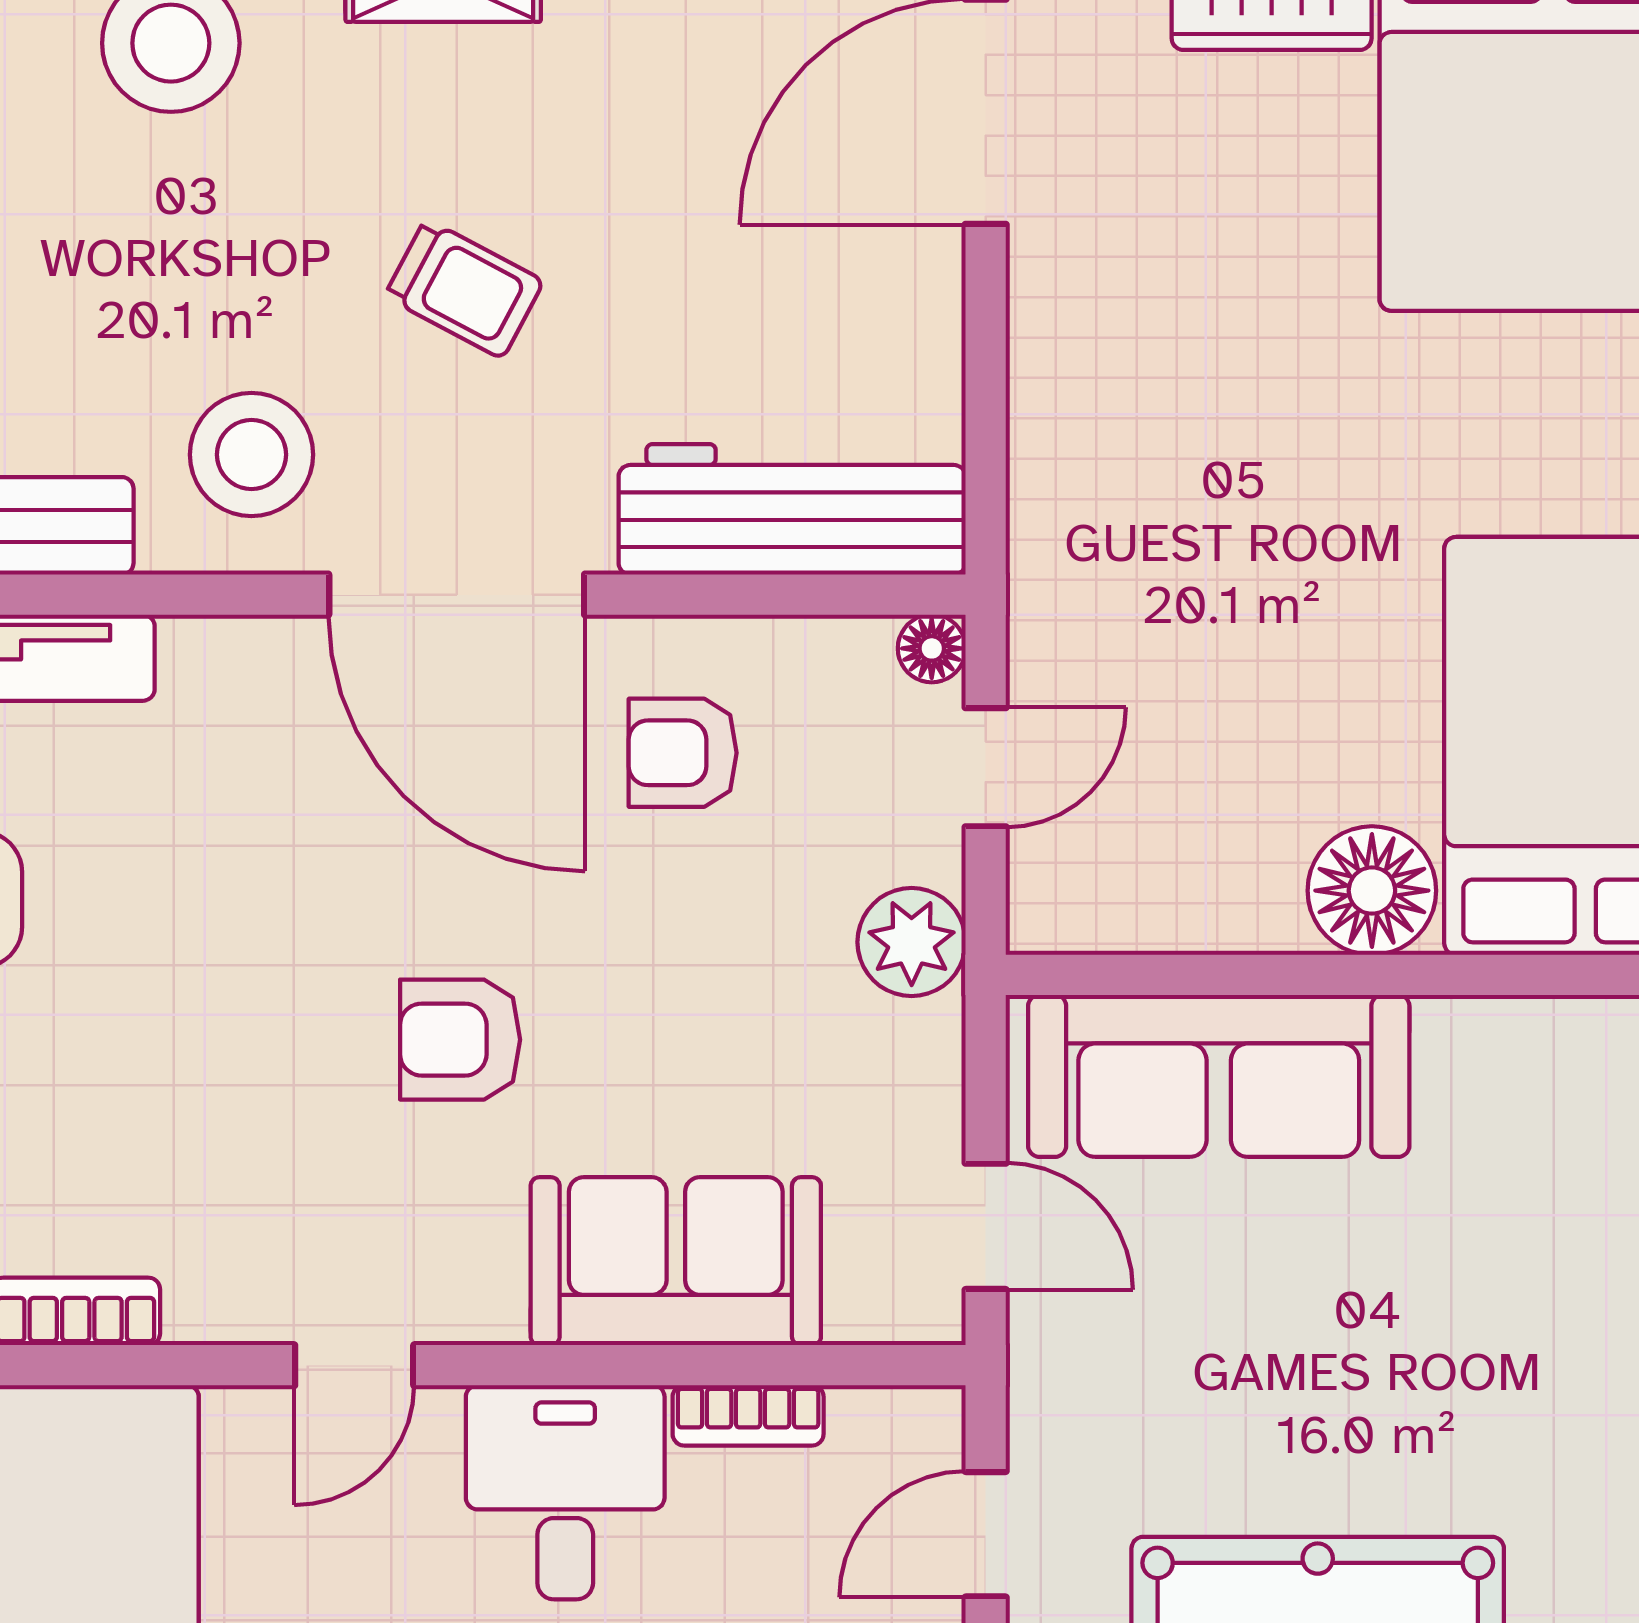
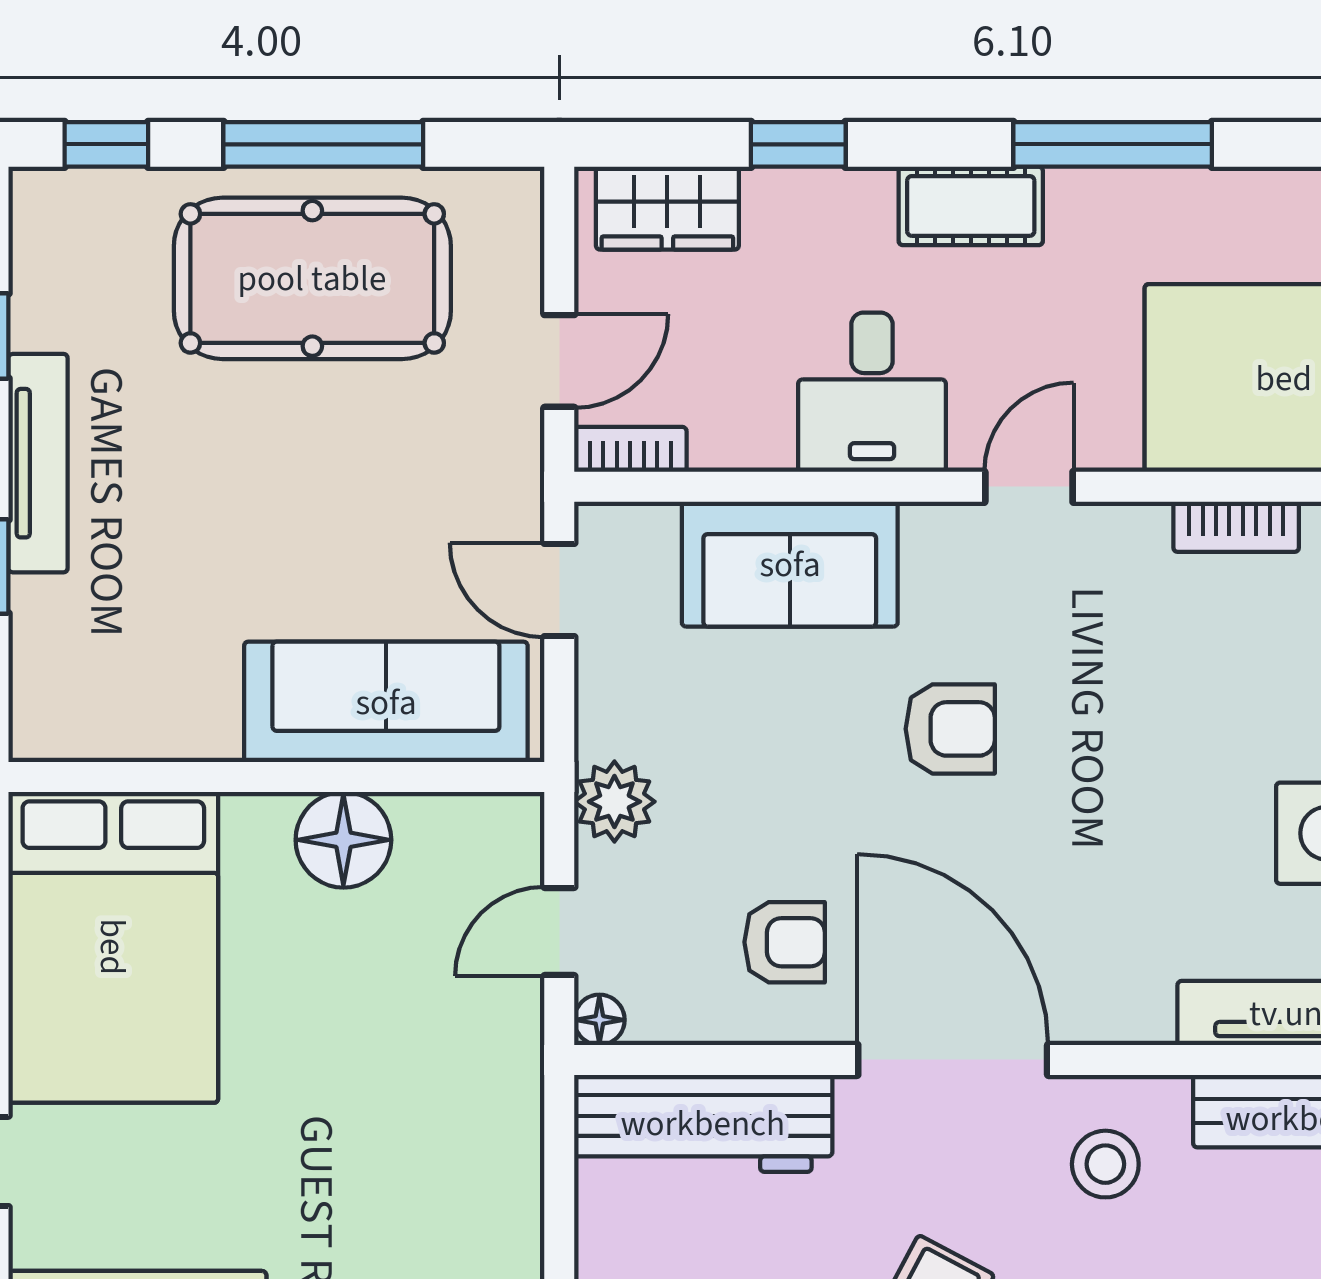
stool: (251, 455) -> (1105, 1164), width x0.73, depth x0.73
floor lamp: (1372, 891) -> (343, 840), moved
bookcase: (748, 1415) -> (630, 449), moved

